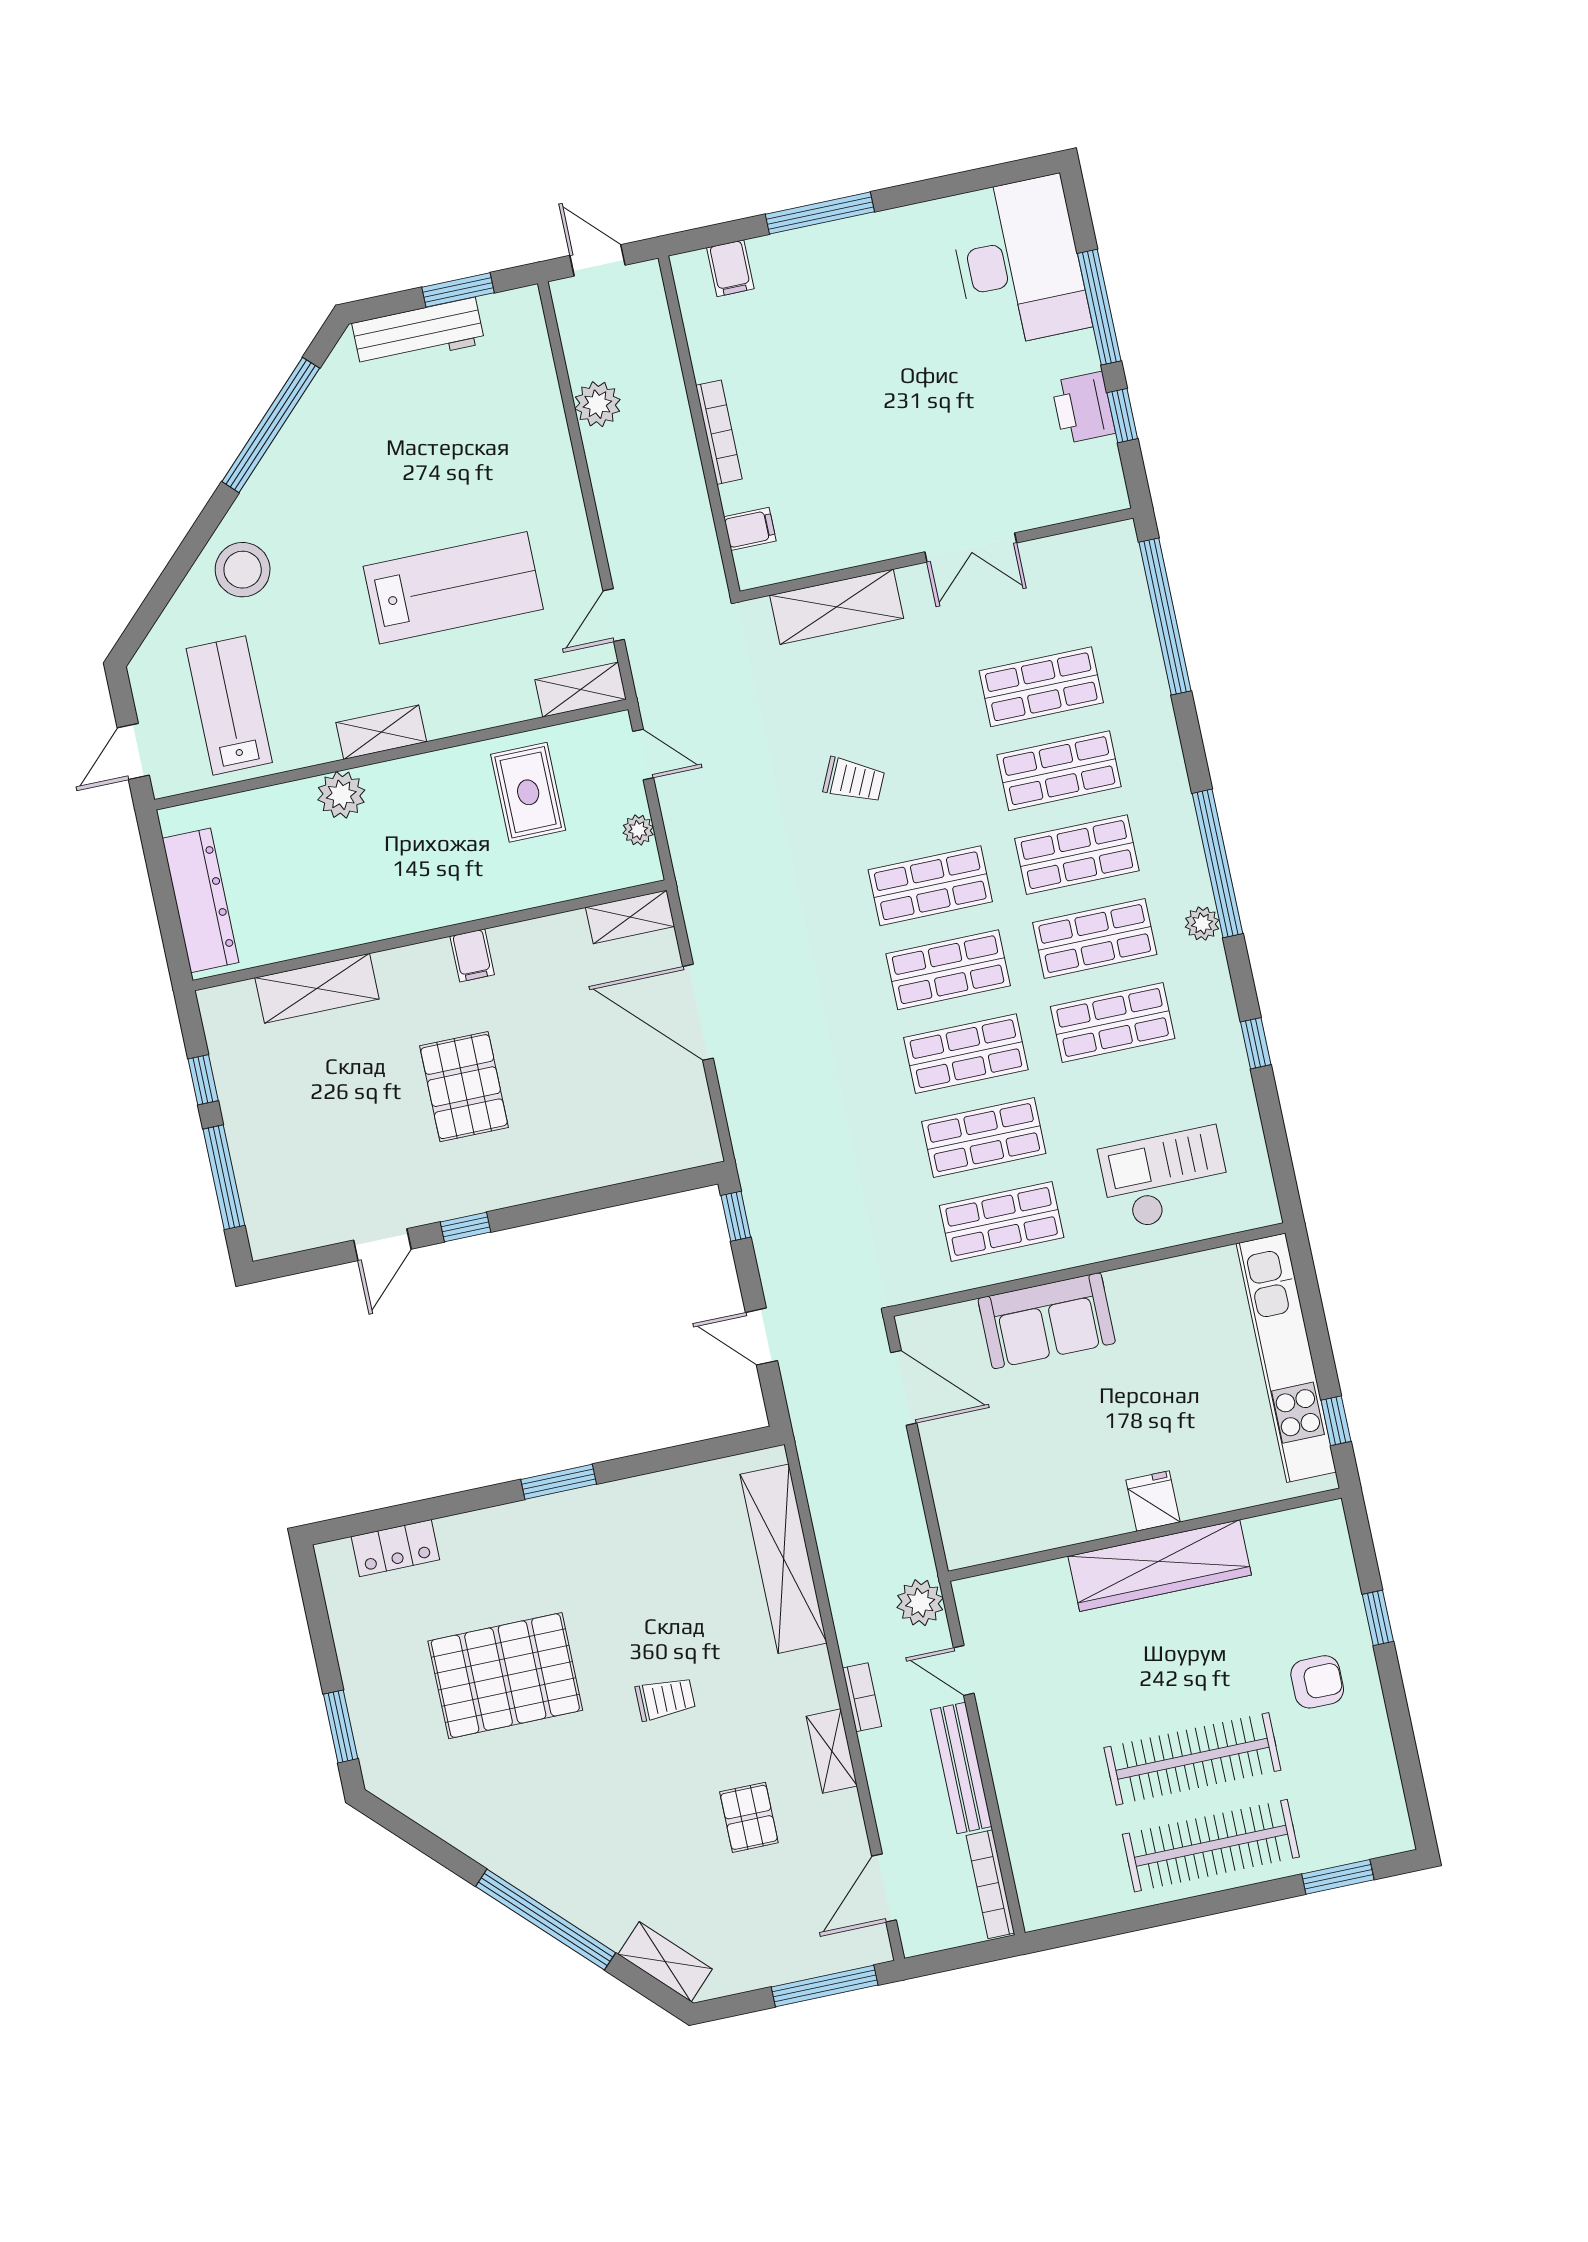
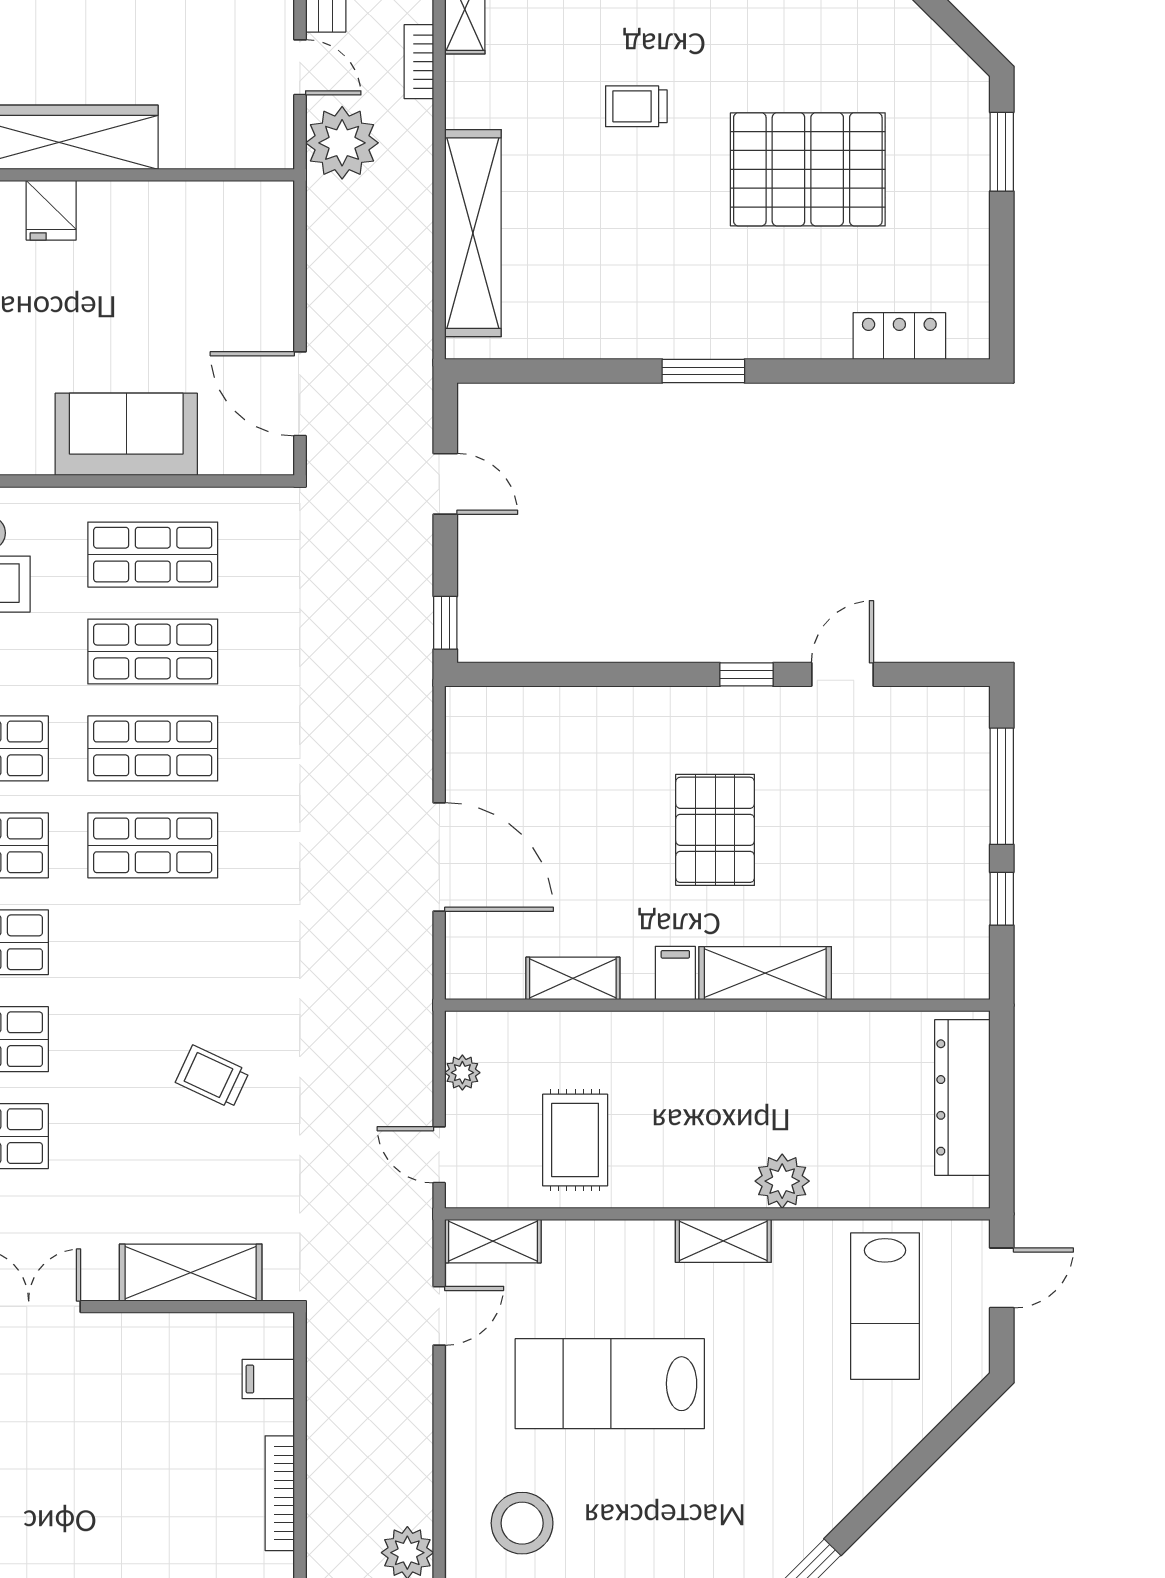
stool: (243, 570) -> (522, 1523), moved
shop shelf: (930, 886) -> (153, 942), removed
shelving: (630, 917) -> (573, 978), moved
shelving: (317, 988) -> (765, 973), moved
plant: (920, 1603) -> (342, 143), width x1.36, depth x1.36

